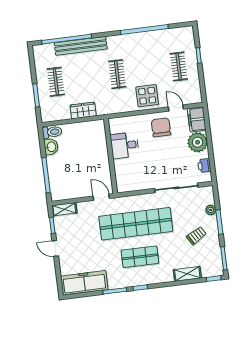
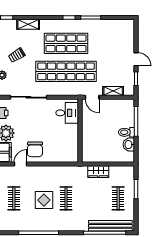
bench: (81, 46) -> (110, 226), moved
display table: (147, 96) -> (44, 200), moved
door: (176, 108) -> (20, 164), swing flipped
toilet: (52, 132) -> (126, 132), moved
desk: (125, 145) -> (67, 113), moved
shelving: (64, 209) -> (113, 91), moved
shop shelf: (140, 257) -> (66, 43), width x1.43, depth x1.36
freezer: (84, 283) -> (115, 27), removed

